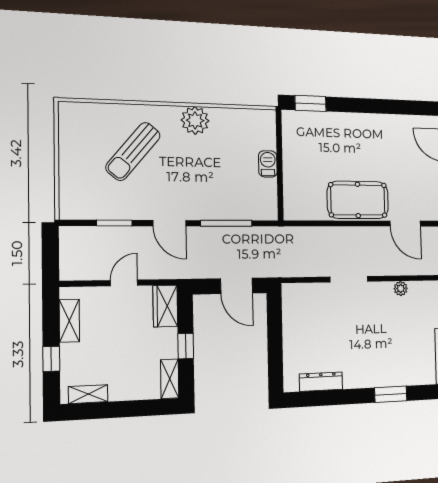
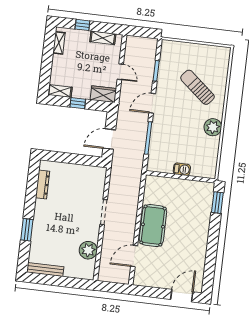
plant: (401, 288) -> (88, 250), width x1.87, depth x1.87

